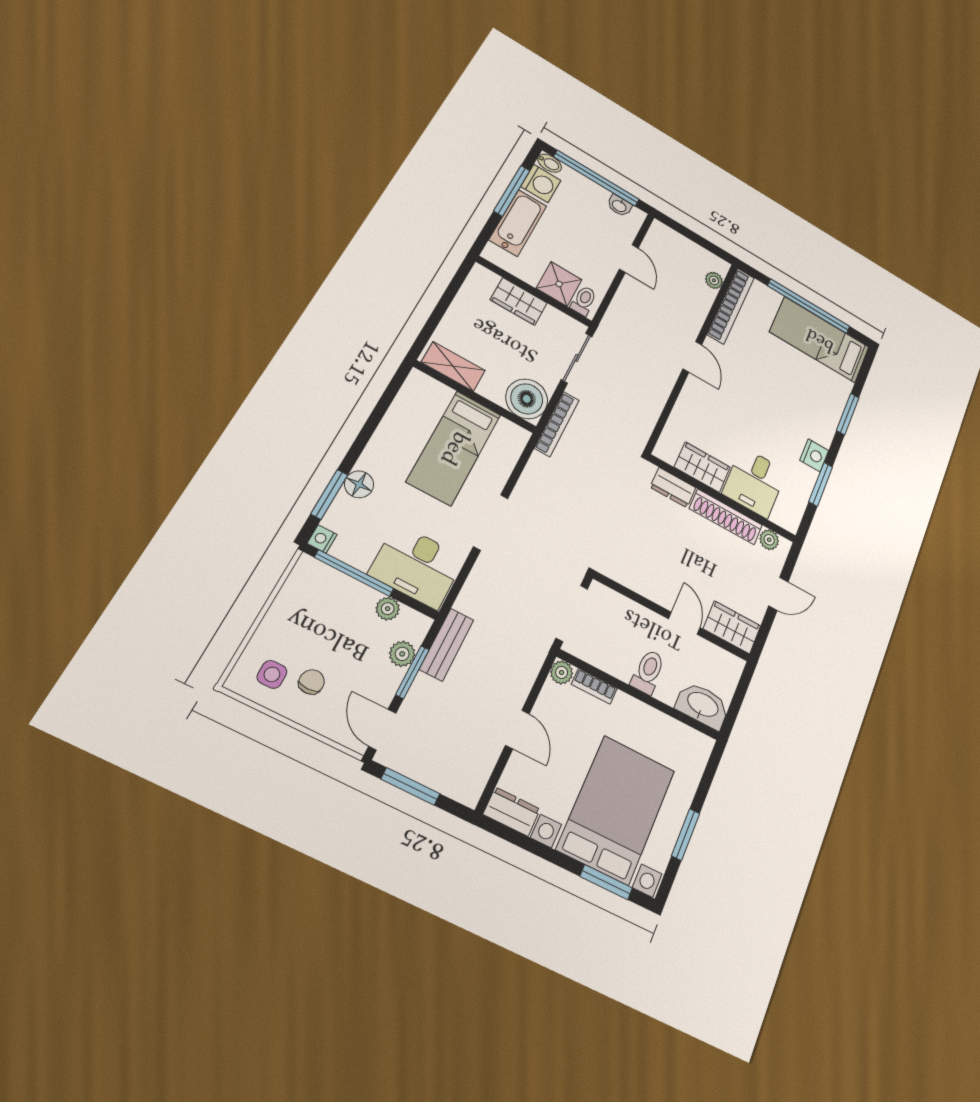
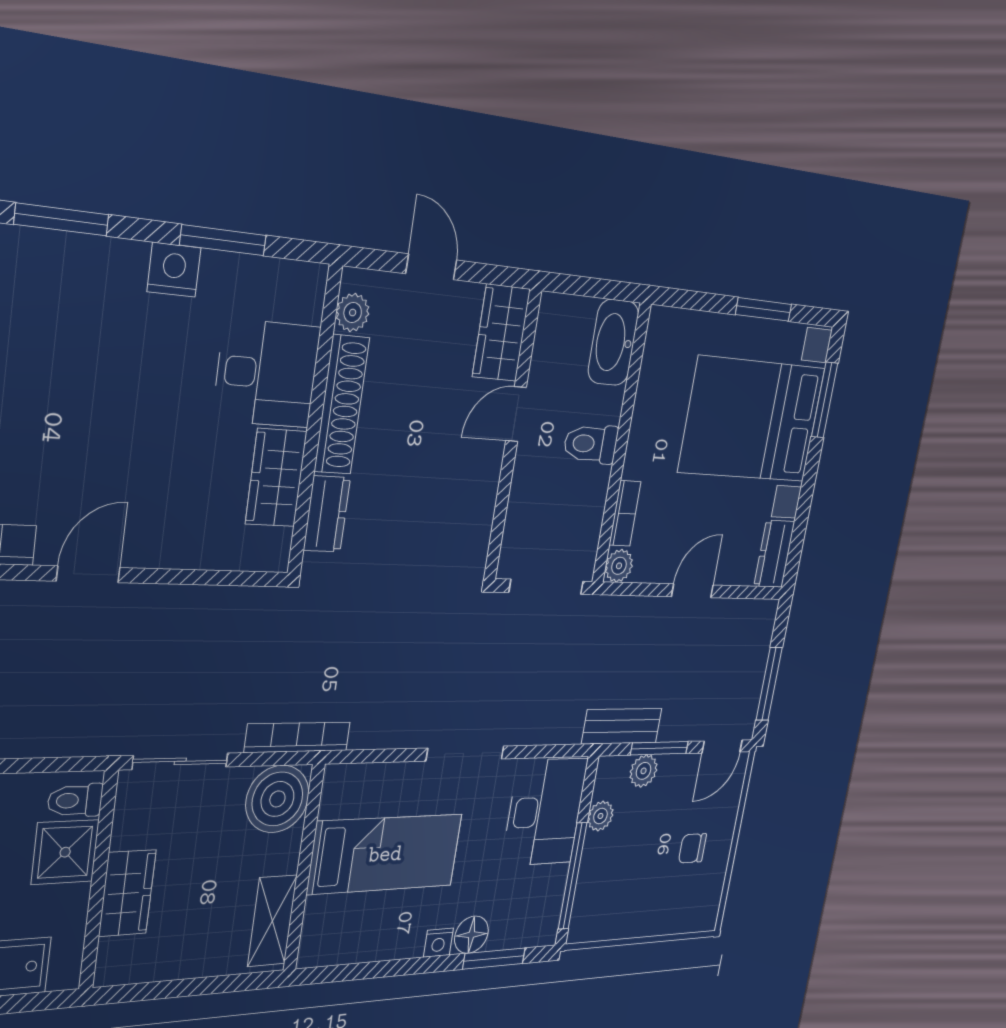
nightstand: (322, 539) -> (438, 943), moved
side table: (272, 674) -> (694, 892), removed

